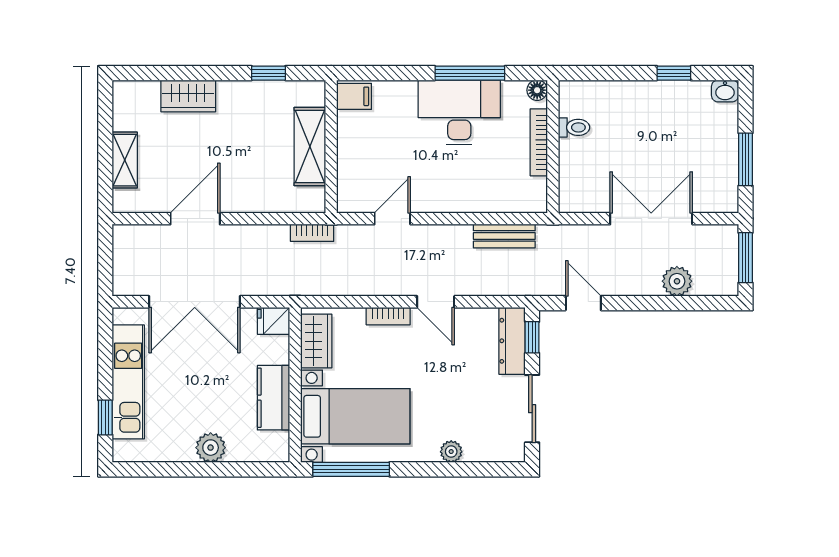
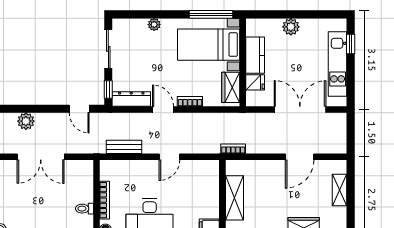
door: (392, 219) -> (169, 157), moved
fridge: (273, 321) -> (255, 82), moved
dresser: (512, 341) -> (131, 99), moved, turned -90

